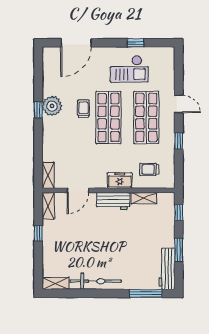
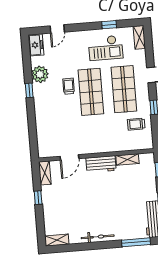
door: (76, 43) -> (57, 29), width x0.53
plant: (52, 106) -> (40, 74), moved
trolley: (149, 169) -> (136, 124), moved
shelving: (48, 175) -> (139, 37), moved
freezer: (120, 180) -> (36, 45), moved, turned 90
bicycle: (96, 281) -> (98, 237), width x0.73, depth x0.71

